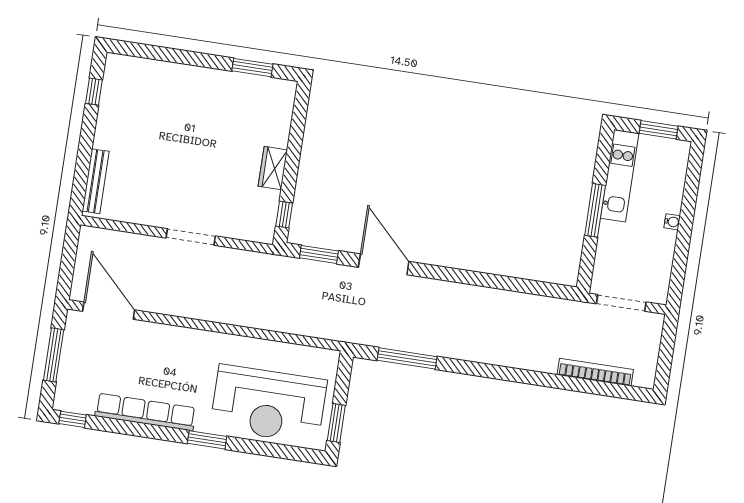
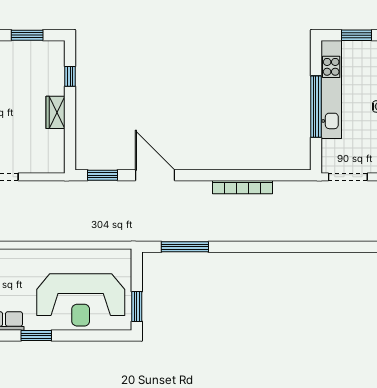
kitchen unit: (620, 176) -> (331, 89), width x1.36
window: (595, 210) -> (316, 107), width x1.46
window: (284, 215) -> (70, 76), moved
bookcase: (595, 372) -> (243, 187), moved, turned 180

